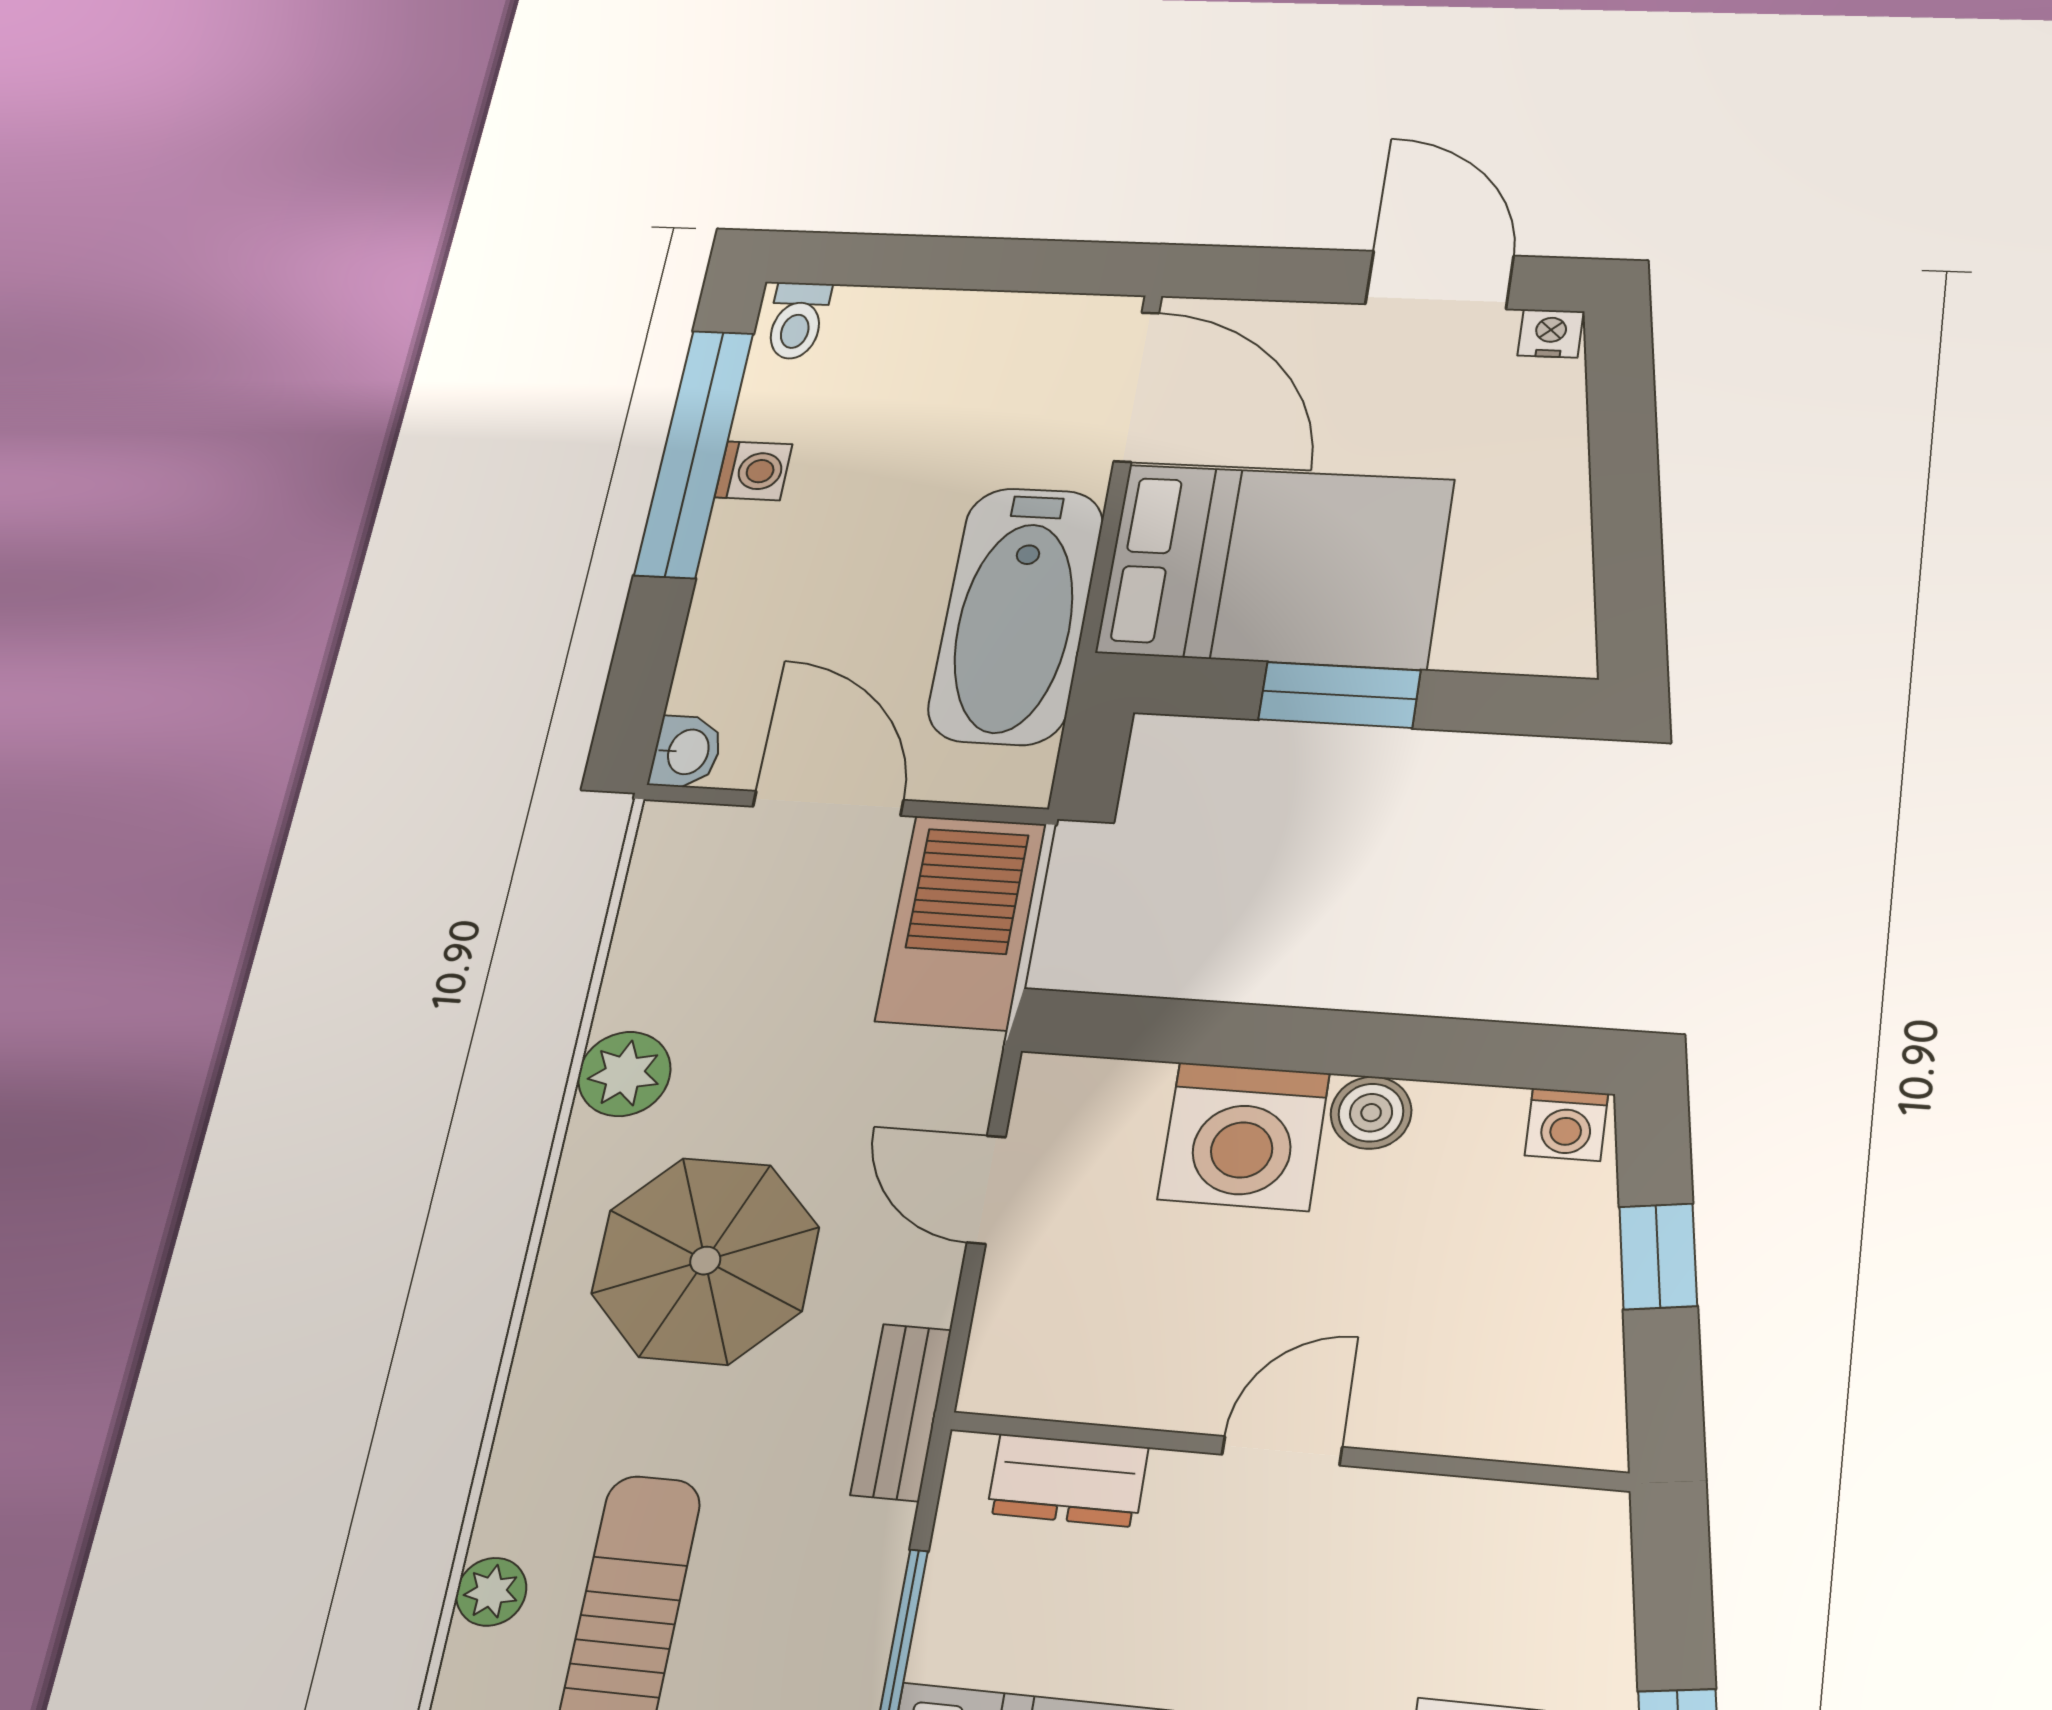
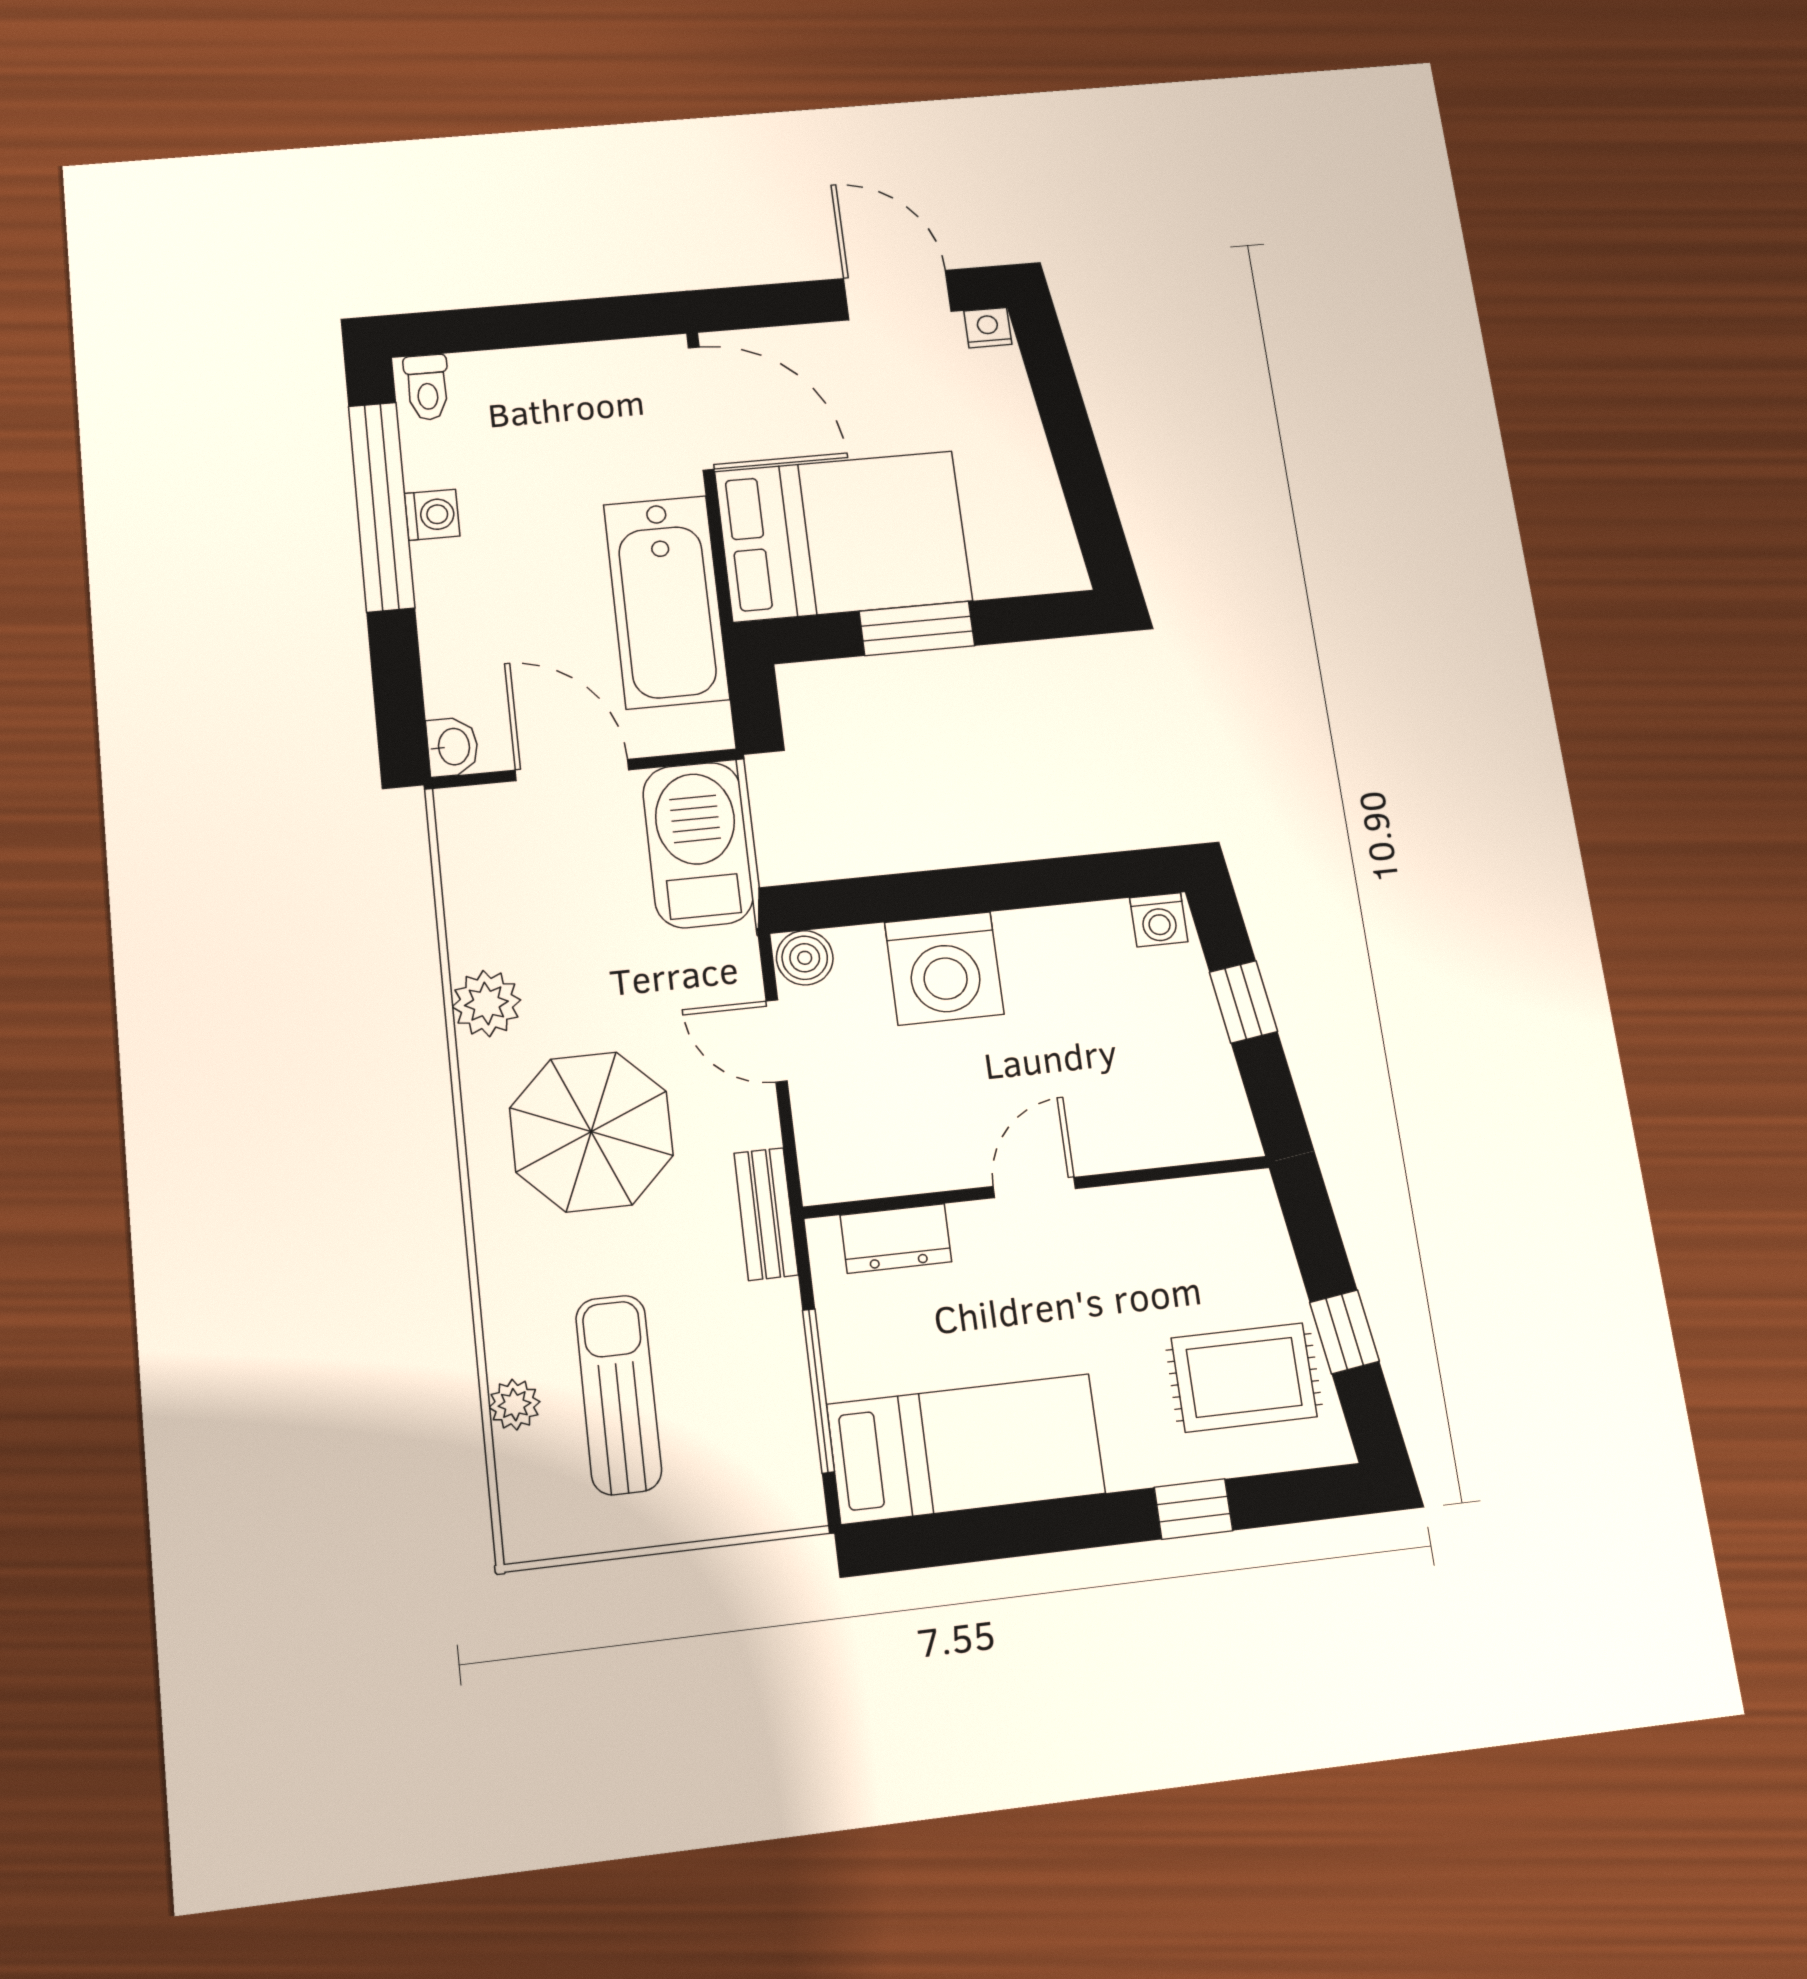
boiler: (1371, 1113) -> (805, 958), moved

